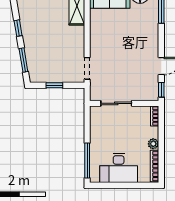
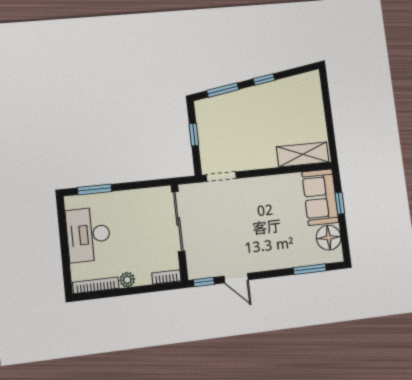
sliding door: (116, 103) -> (178, 222), width x1.37
window: (87, 160) -> (95, 189), width x0.69

